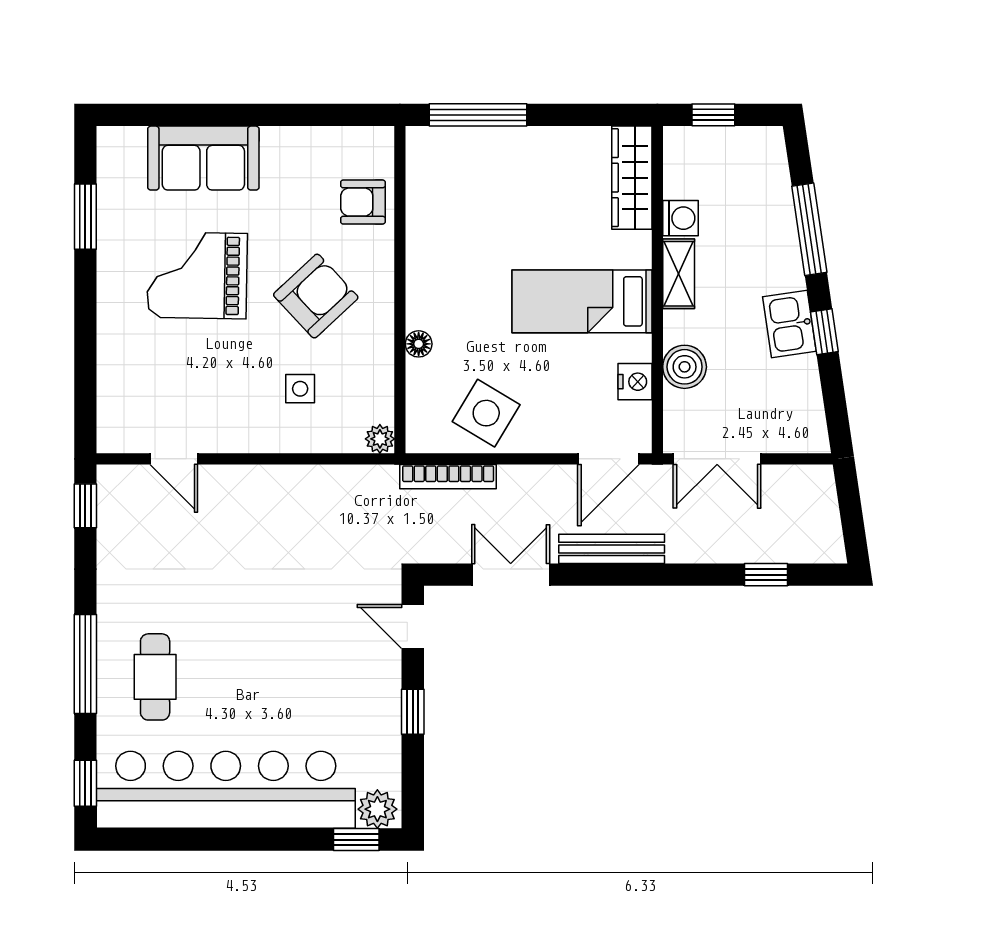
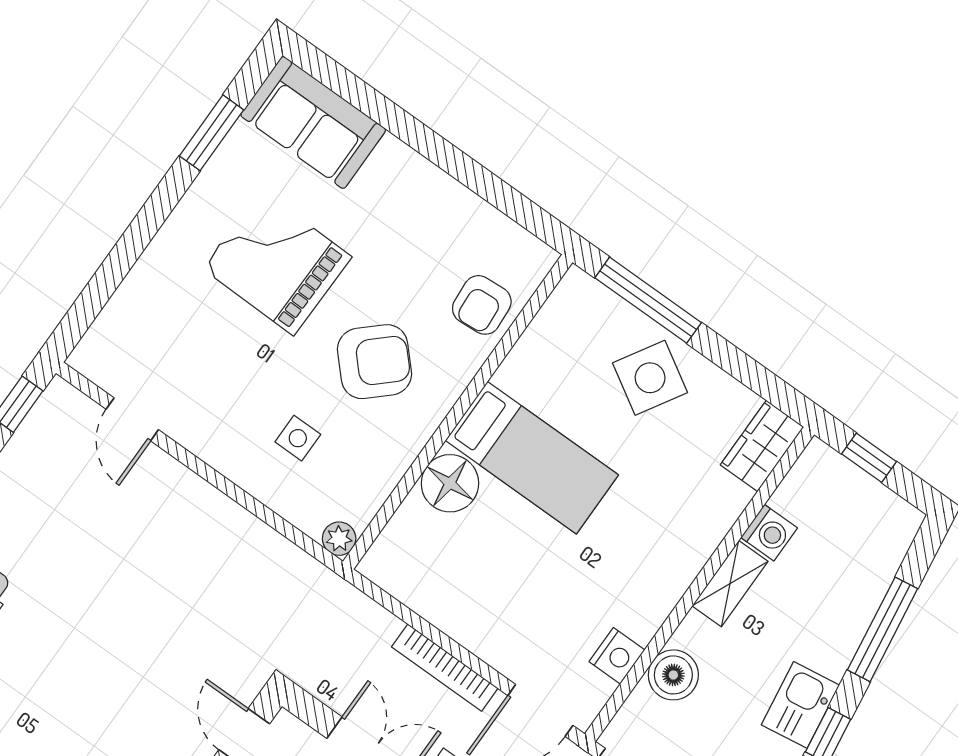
sofa: (203, 158) -> (313, 122), moved
wardrobe: (632, 178) -> (762, 446), width x0.67
armchair: (363, 202) -> (482, 305), turned -94
bed: (582, 301) -> (532, 458), moved, turned 180
floor lamp: (419, 344) -> (450, 483), width x1.89, depth x1.89
side table: (486, 413) -> (650, 378), moved
bookcase: (448, 477) -> (445, 668), moved

